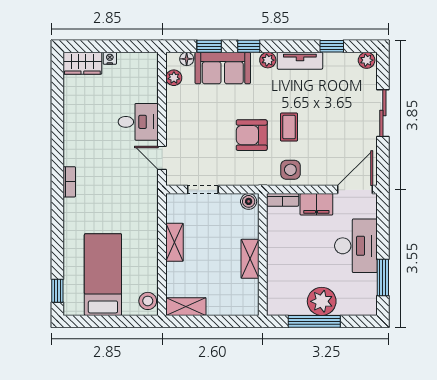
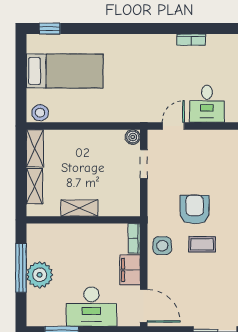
bookcase: (69, 182) -> (191, 40), moved
boiler: (249, 201) -> (133, 137), moved
shelving: (175, 242) -> (34, 186), moved, turned 90

